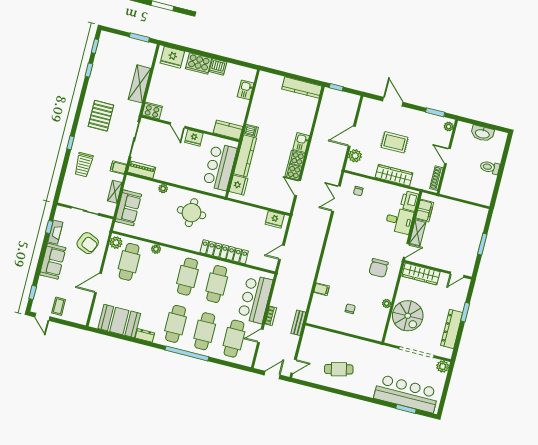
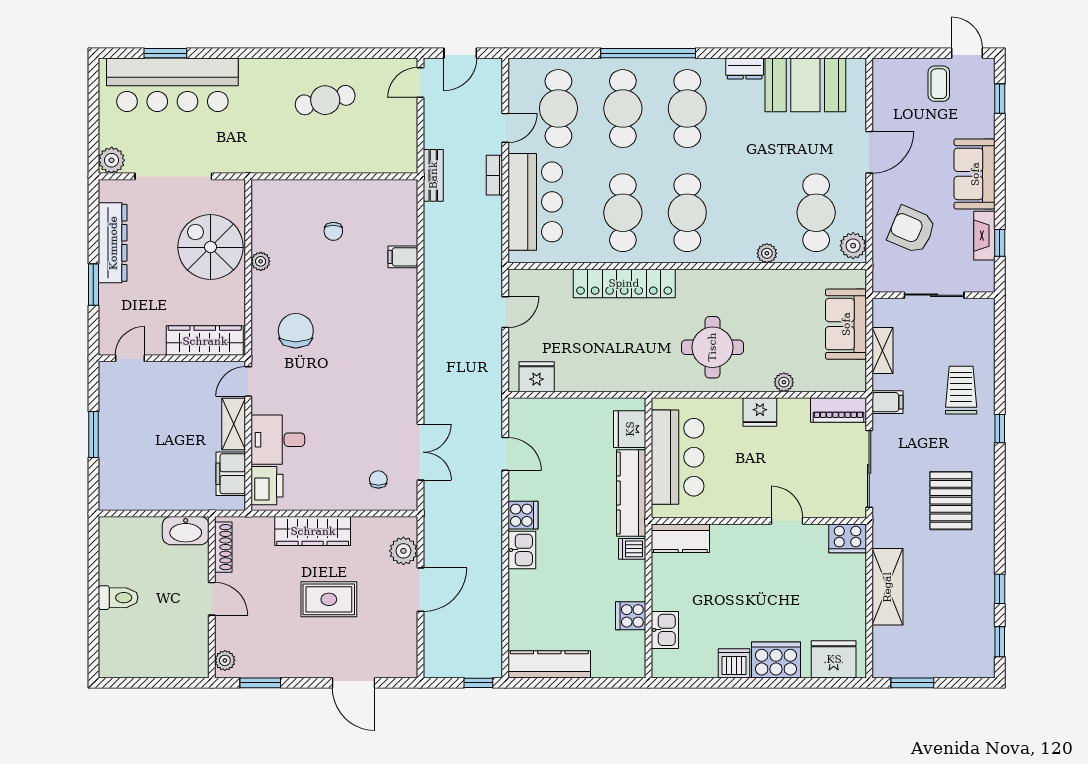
washbasin: (482, 133) -> (186, 531), moved, turned 180
fridge: (194, 138) -> (760, 412), moved, turned 180
cooker: (293, 172) -> (631, 616), moved, turned 180

